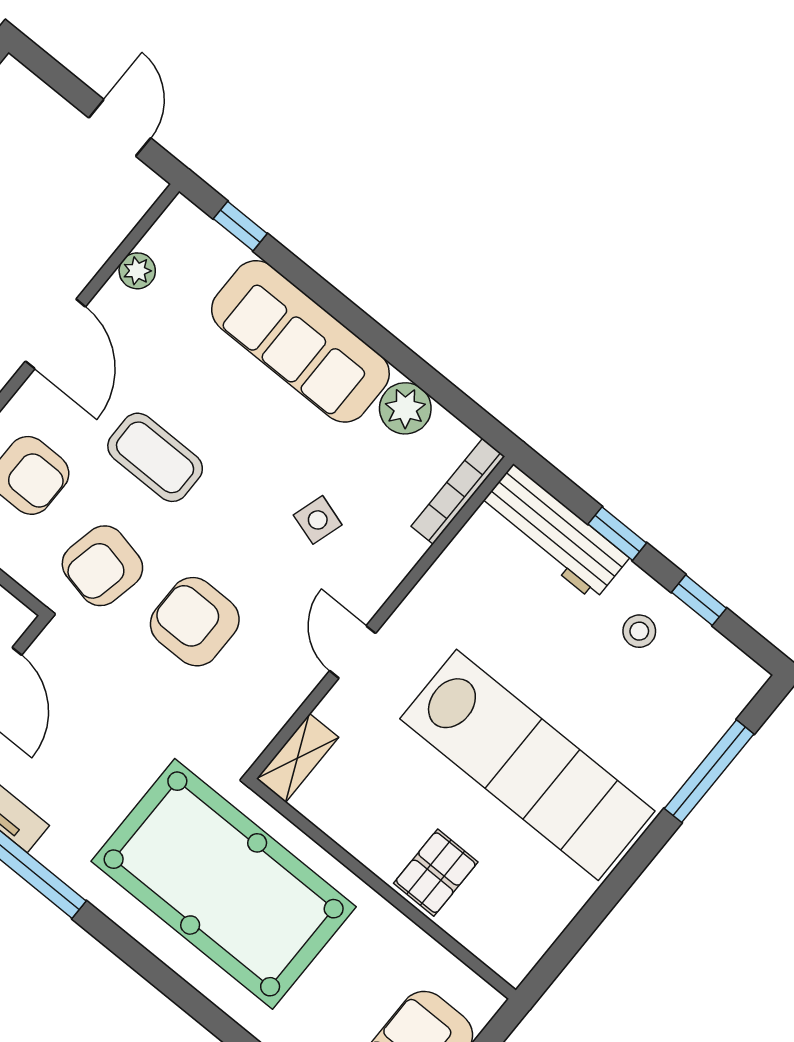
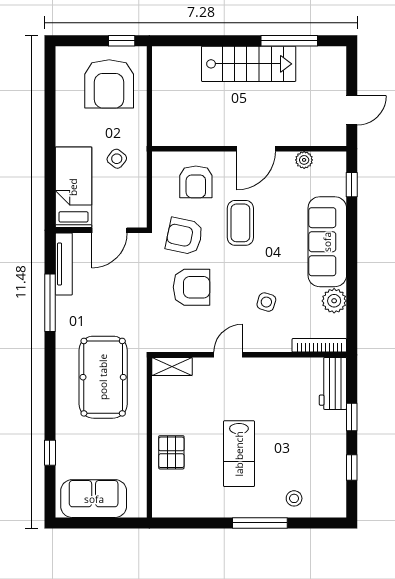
workbench: (554, 533) -> (333, 383), width x0.73
armchair: (195, 622) -> (192, 287), turned 90
stool: (639, 631) -> (294, 498), moved
lab bench: (527, 765) -> (239, 454), width x0.54, depth x0.72
window: (709, 771) -> (260, 523), moved
pallet: (436, 873) -> (171, 452), turned 90
pool table: (224, 884) -> (103, 377), width x0.73, depth x0.76

